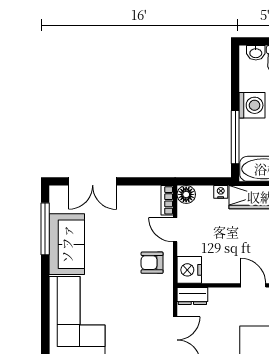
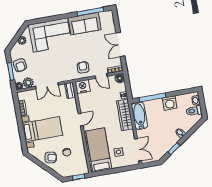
double door: (93, 181) -> (120, 45), moved
door: (175, 230) -> (101, 76), swing flipped

